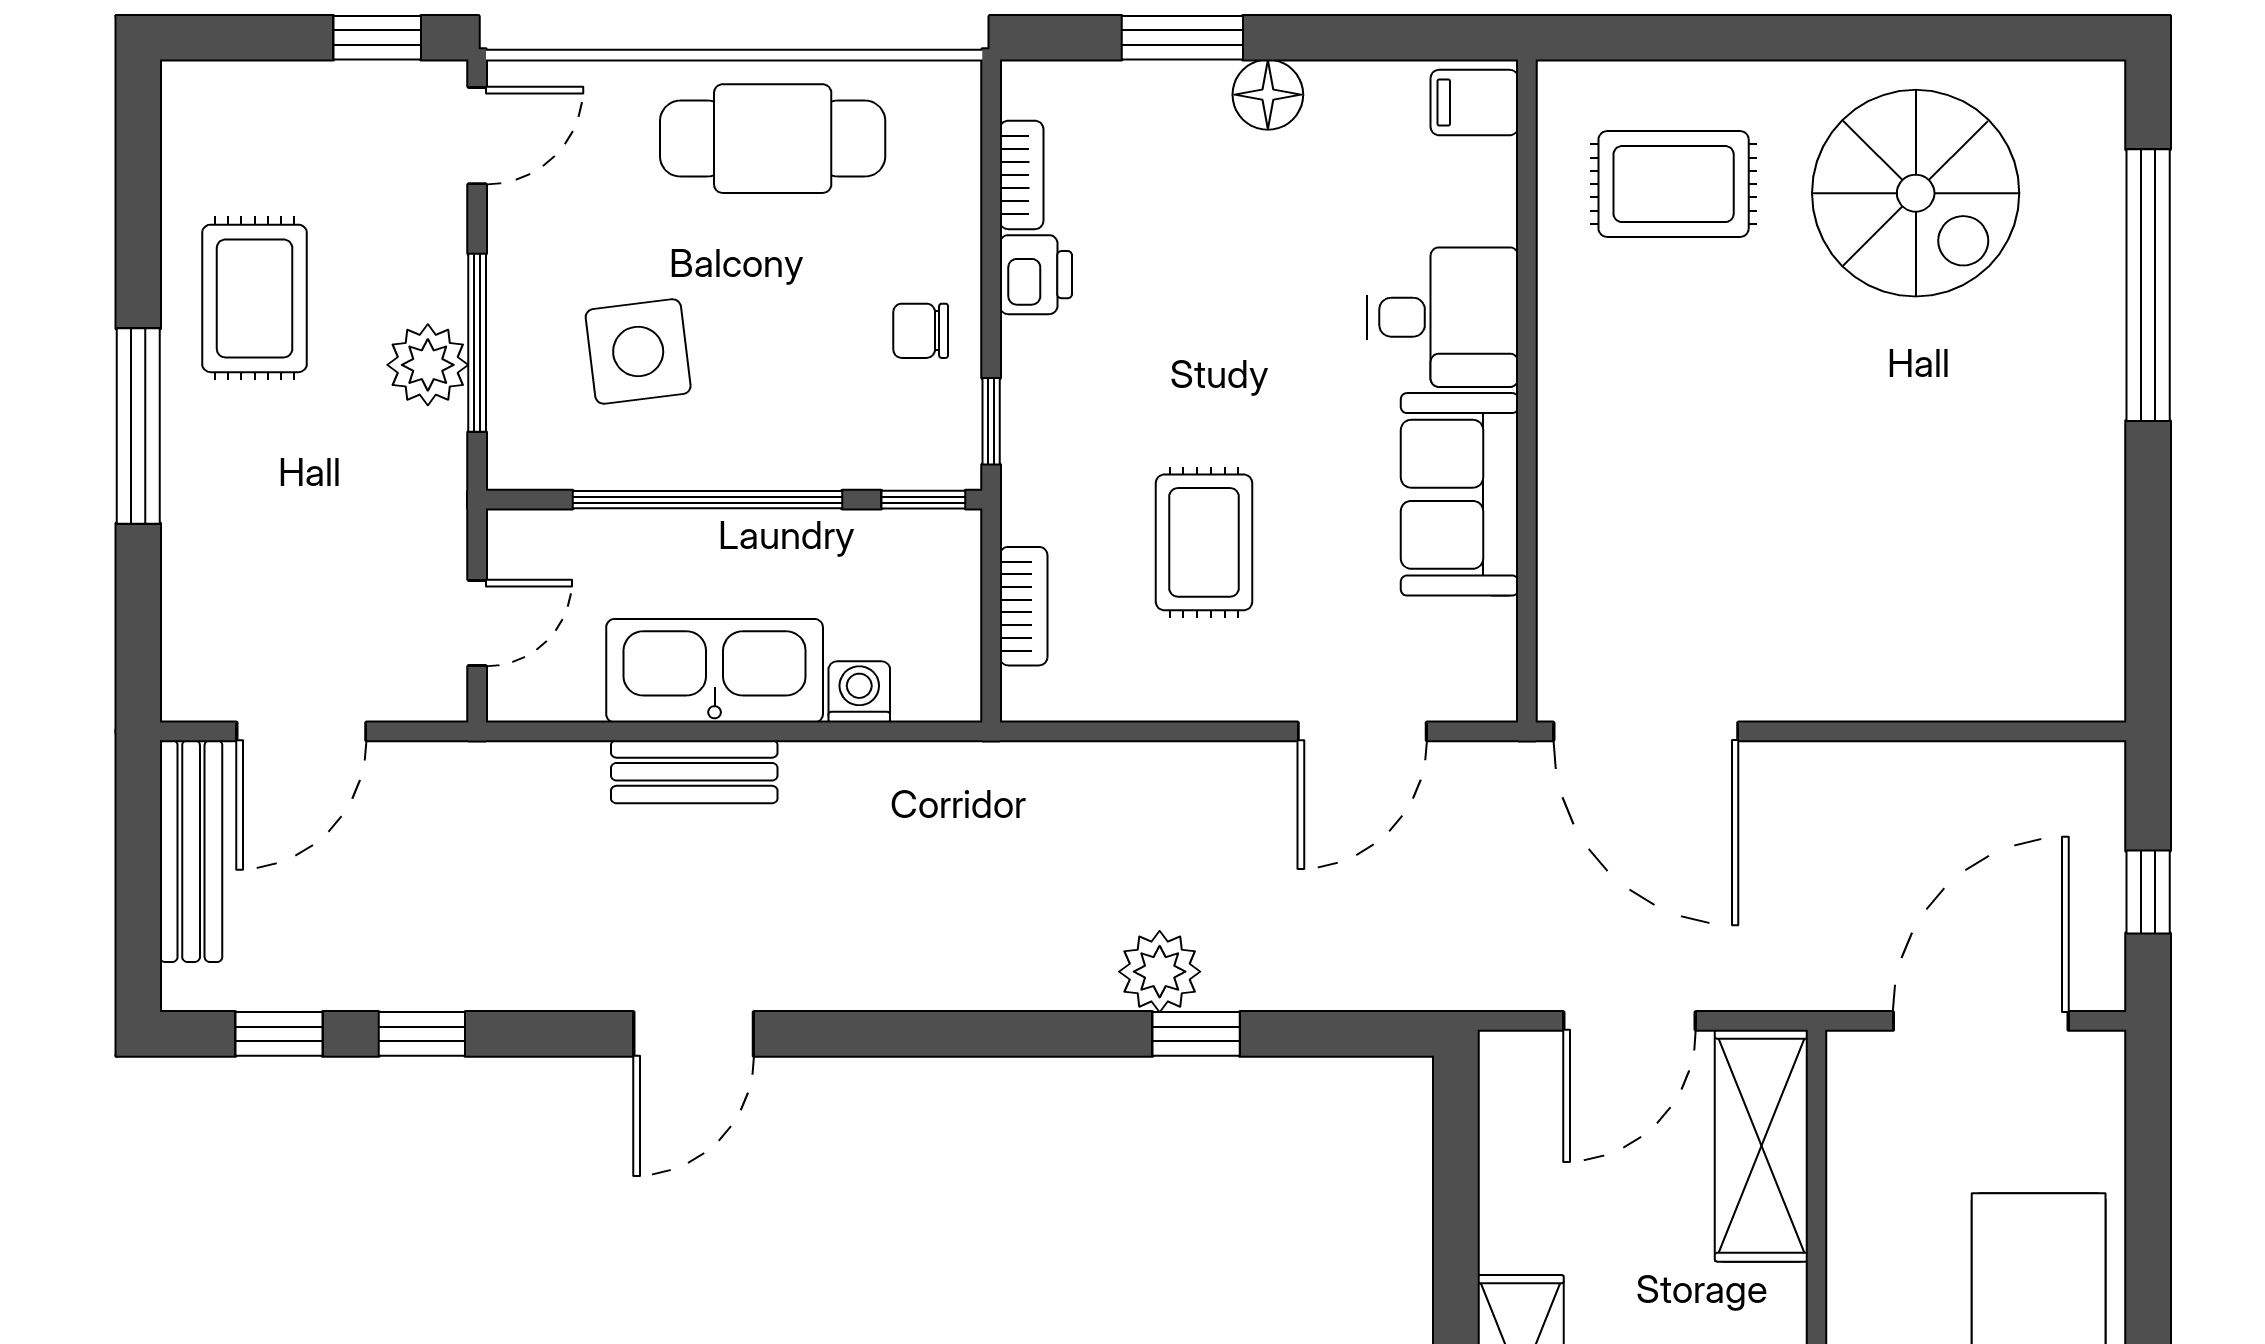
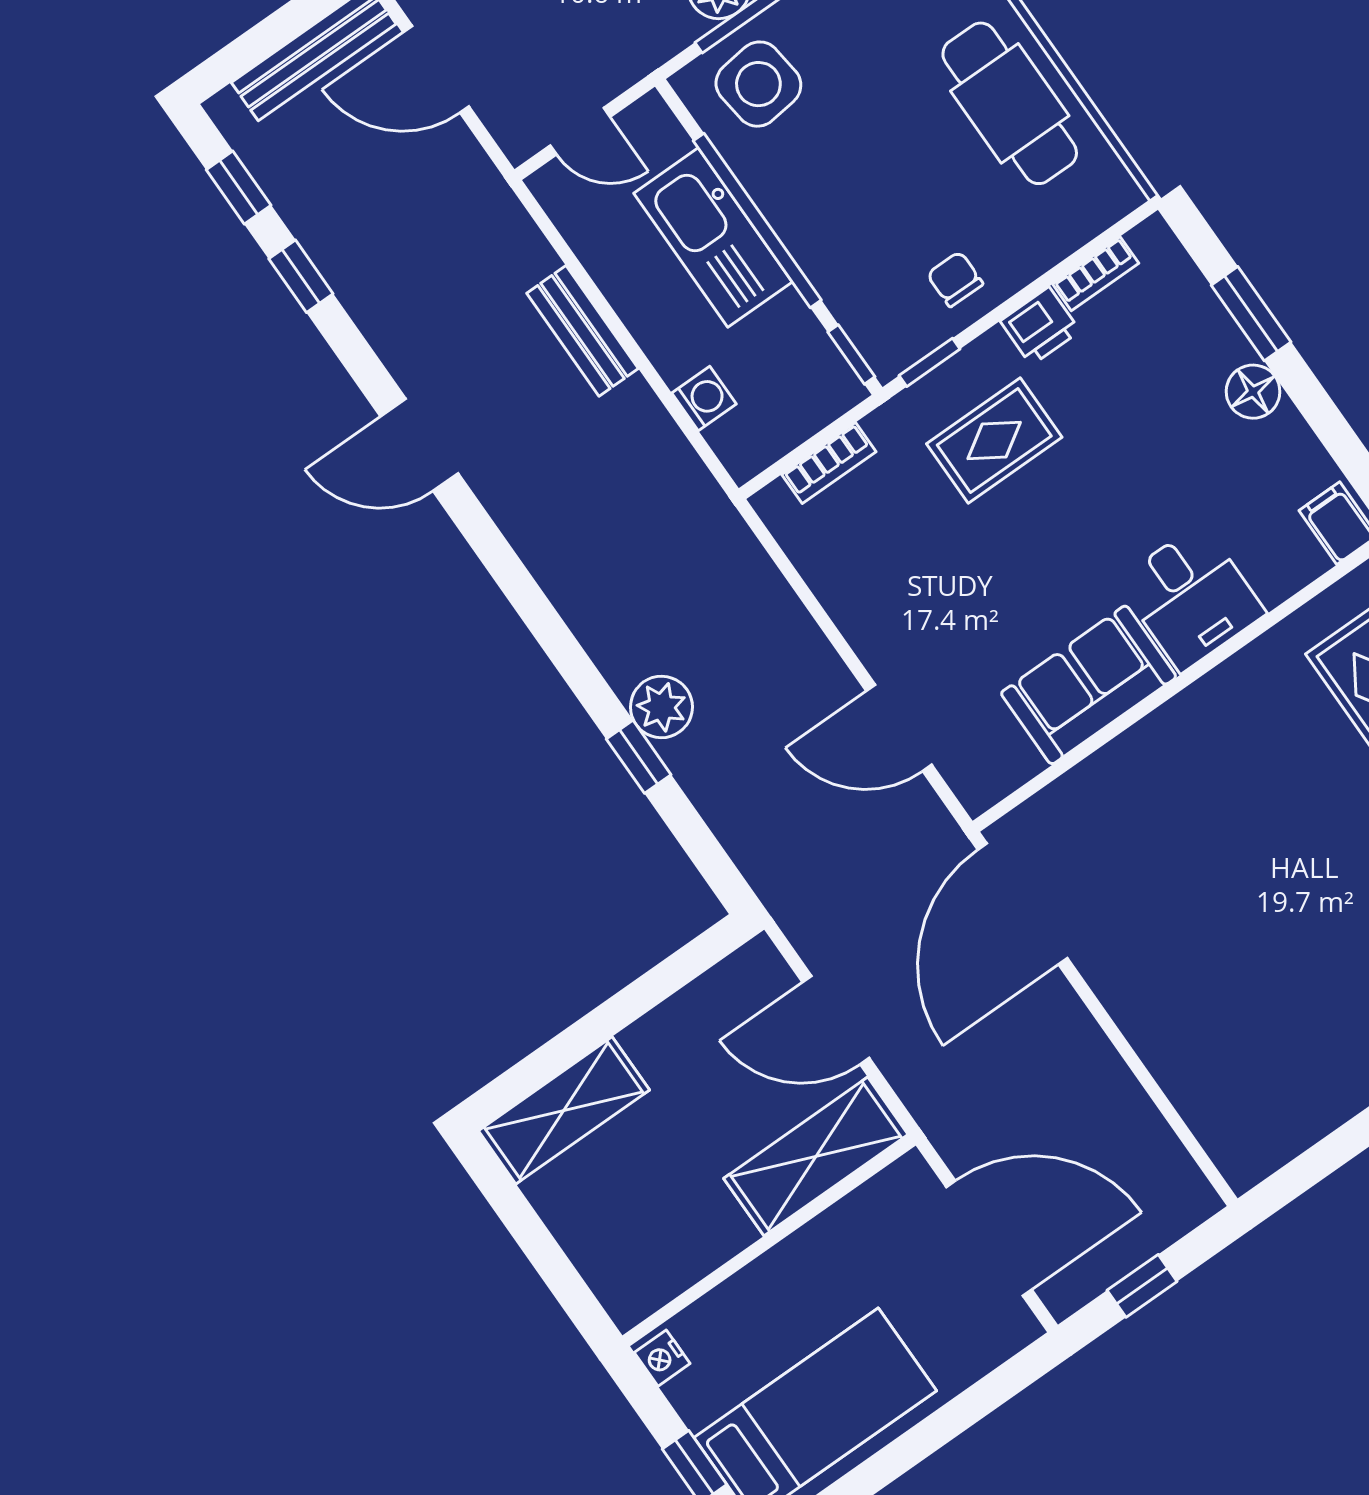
side table: (638, 352) -> (758, 84), moved
rug: (1204, 542) -> (994, 440), moved
kitchen sink: (715, 671) -> (713, 238), moved, turned 180

